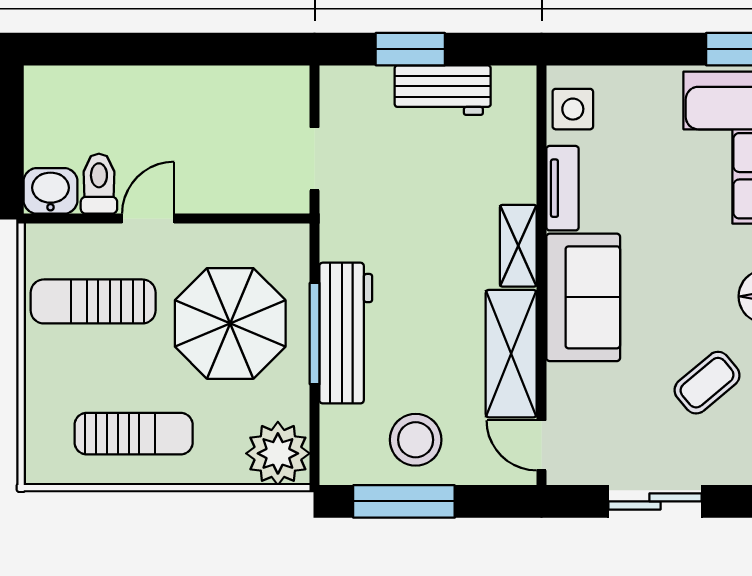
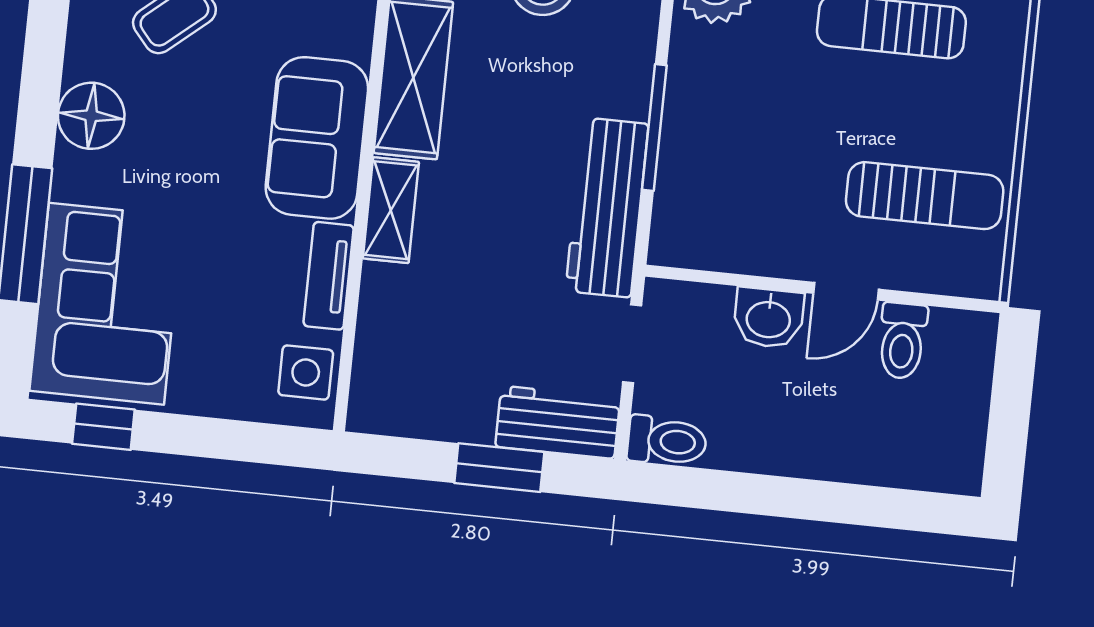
toilet: (279, 84) -> (667, 441), added
workbench: (443, 90) -> (558, 422), moved
washbasin: (50, 191) -> (768, 318), moved
parasol: (230, 323) -> (758, 151), removed
workbench: (346, 333) -> (607, 207), moved

